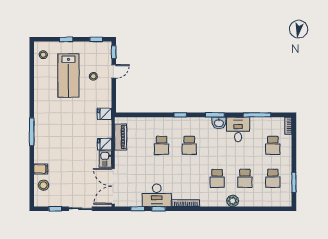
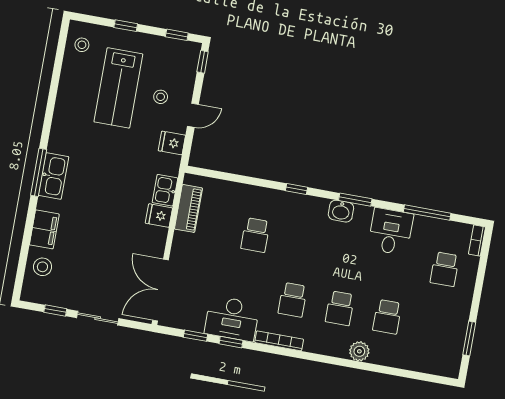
door: (114, 71) -> (193, 115), moved
fridge: (105, 114) -> (172, 143), moved
washbasin: (219, 123) -> (341, 211), moved
kitchen sink: (41, 132) -> (53, 176), added
school desk: (189, 145) -> (293, 300), moved
kitchen sink: (105, 159) -> (165, 190), moved
filing cabinet: (41, 169) -> (44, 229), width x2.00
school desk: (273, 178) -> (435, 325), removed

